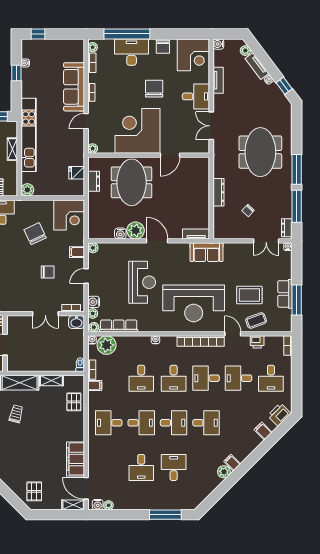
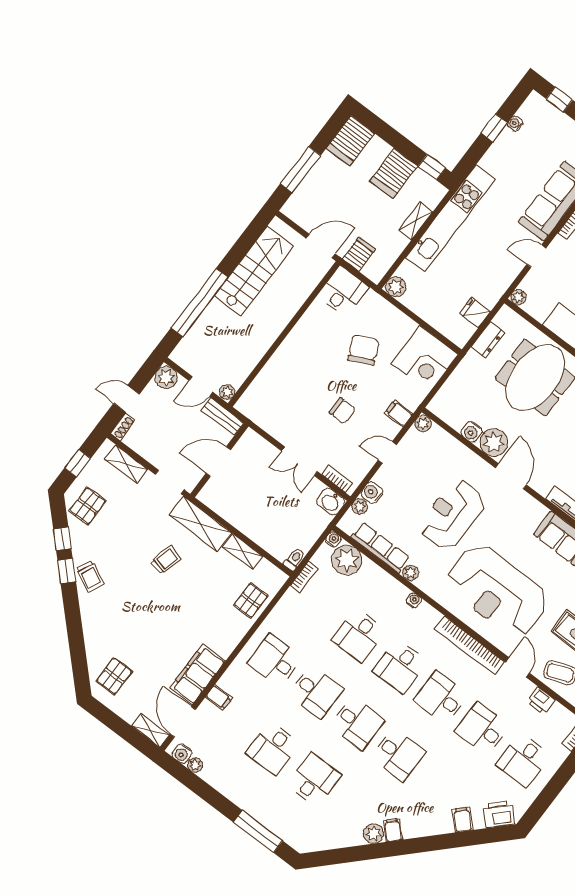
reception desk: (142, 282) -> (452, 515), turned 180
plant: (94, 327) -> (411, 573), moved
filing cabinet: (95, 385) -> (219, 697), moved

